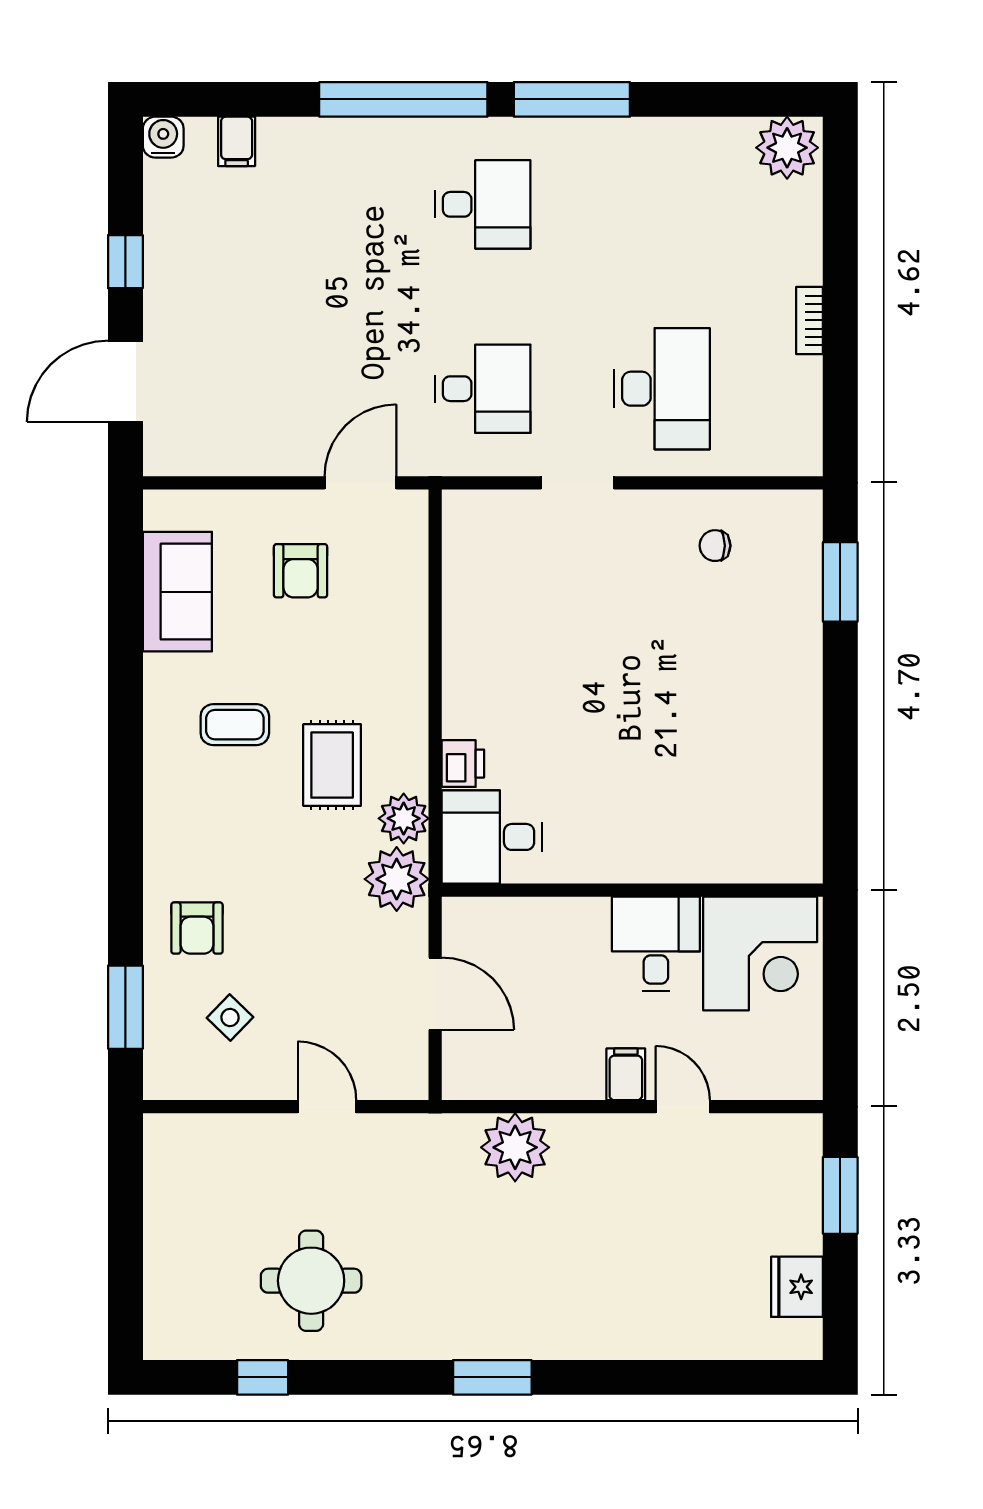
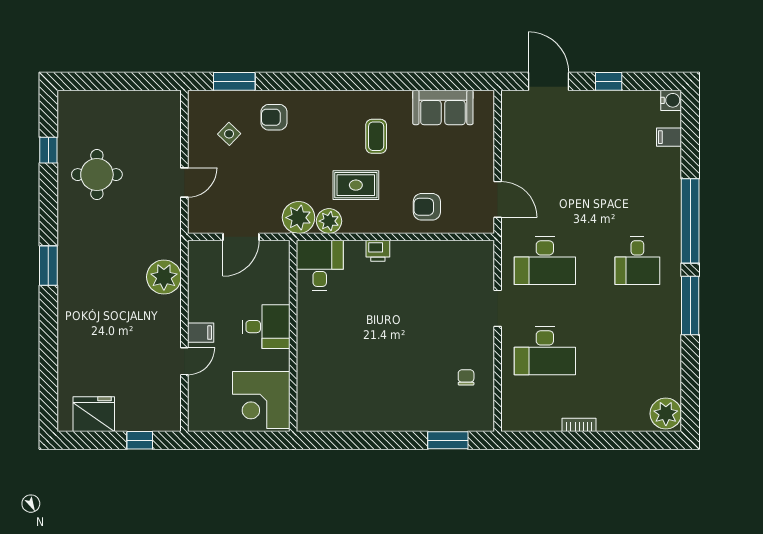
desk: (483, 389) -> (545, 261), width x1.37
armchair: (301, 571) -> (427, 207), moved
printer: (463, 764) -> (378, 251), moved
desk: (656, 944) -> (266, 327), moved
window: (840, 1195) -> (140, 440), width x0.67
fridge: (797, 1287) -> (94, 414), width x1.36, depth x1.34

